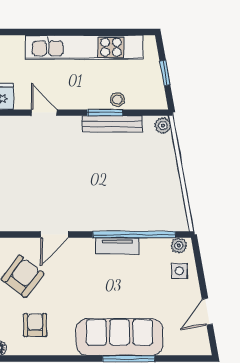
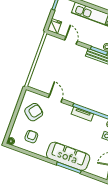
door: (55, 235) -> (55, 98), swing flipped

